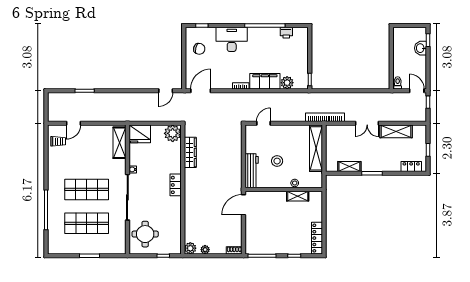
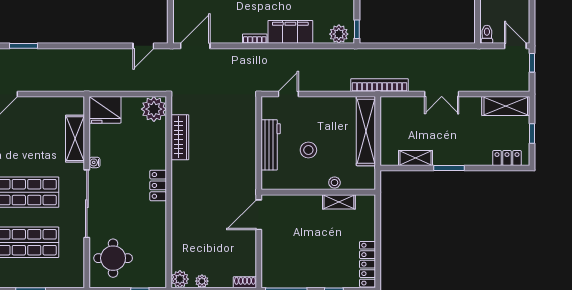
plant: (287, 83) -> (339, 34), moved
shelving: (396, 131) -> (506, 106), moved
shelving: (119, 143) -> (75, 139), moved
workbench: (252, 171) -> (271, 145), moved

